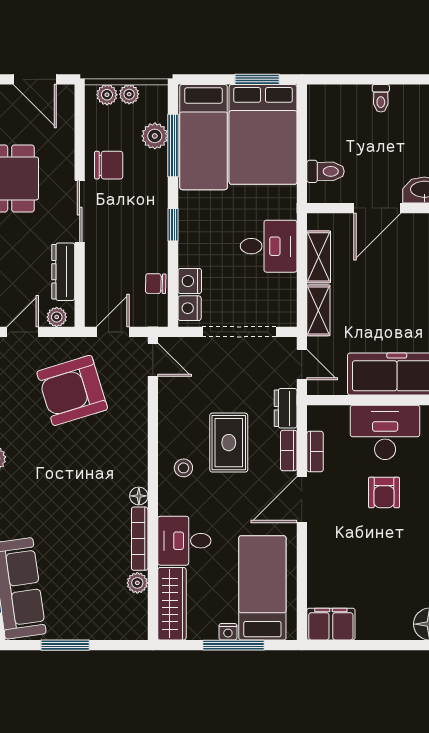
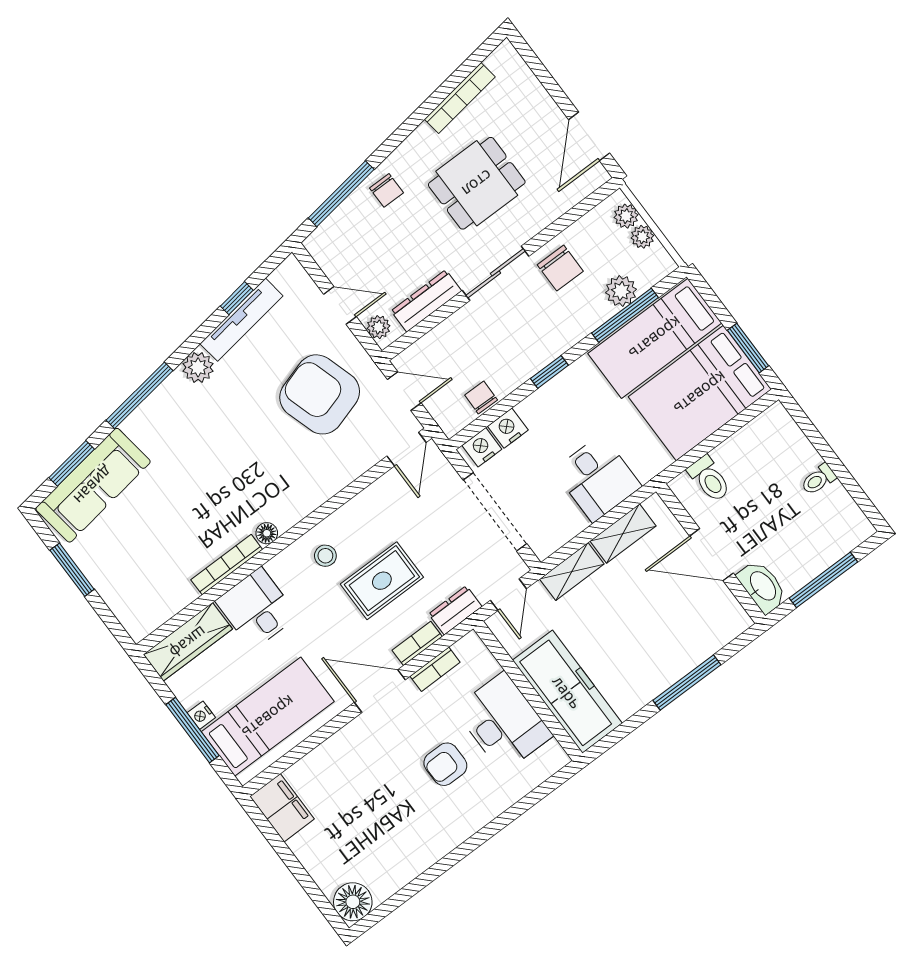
plant: (137, 583) -> (183, 594), removed

